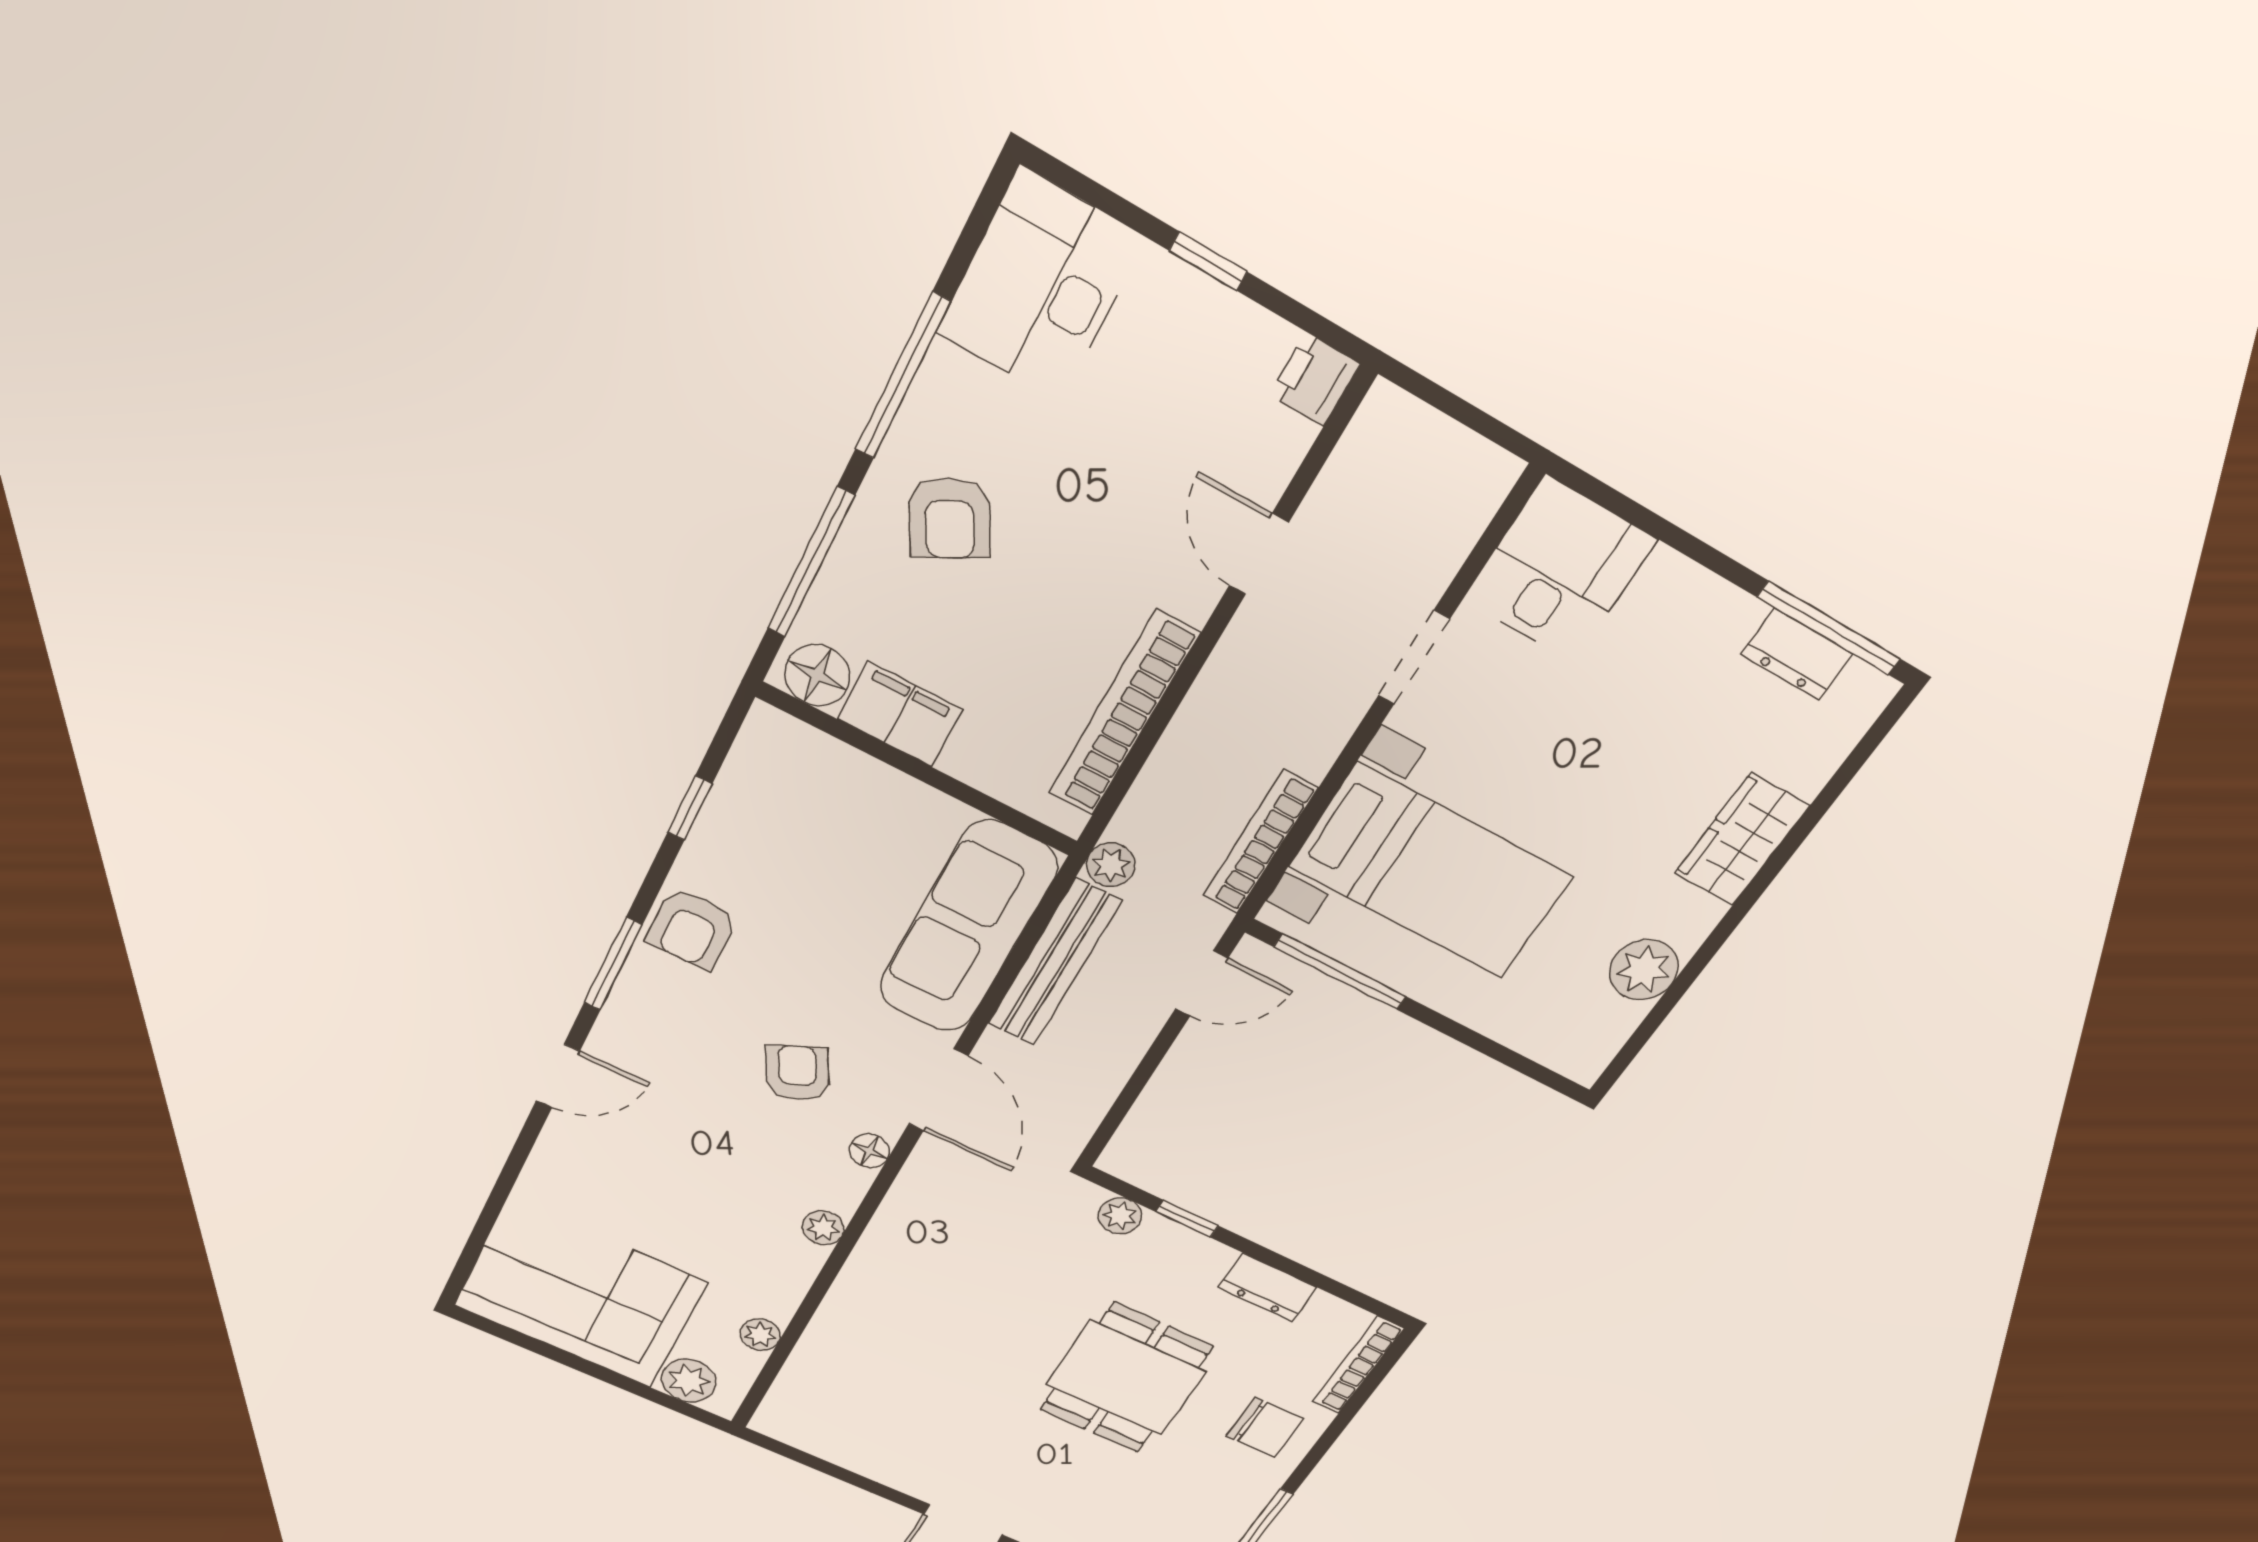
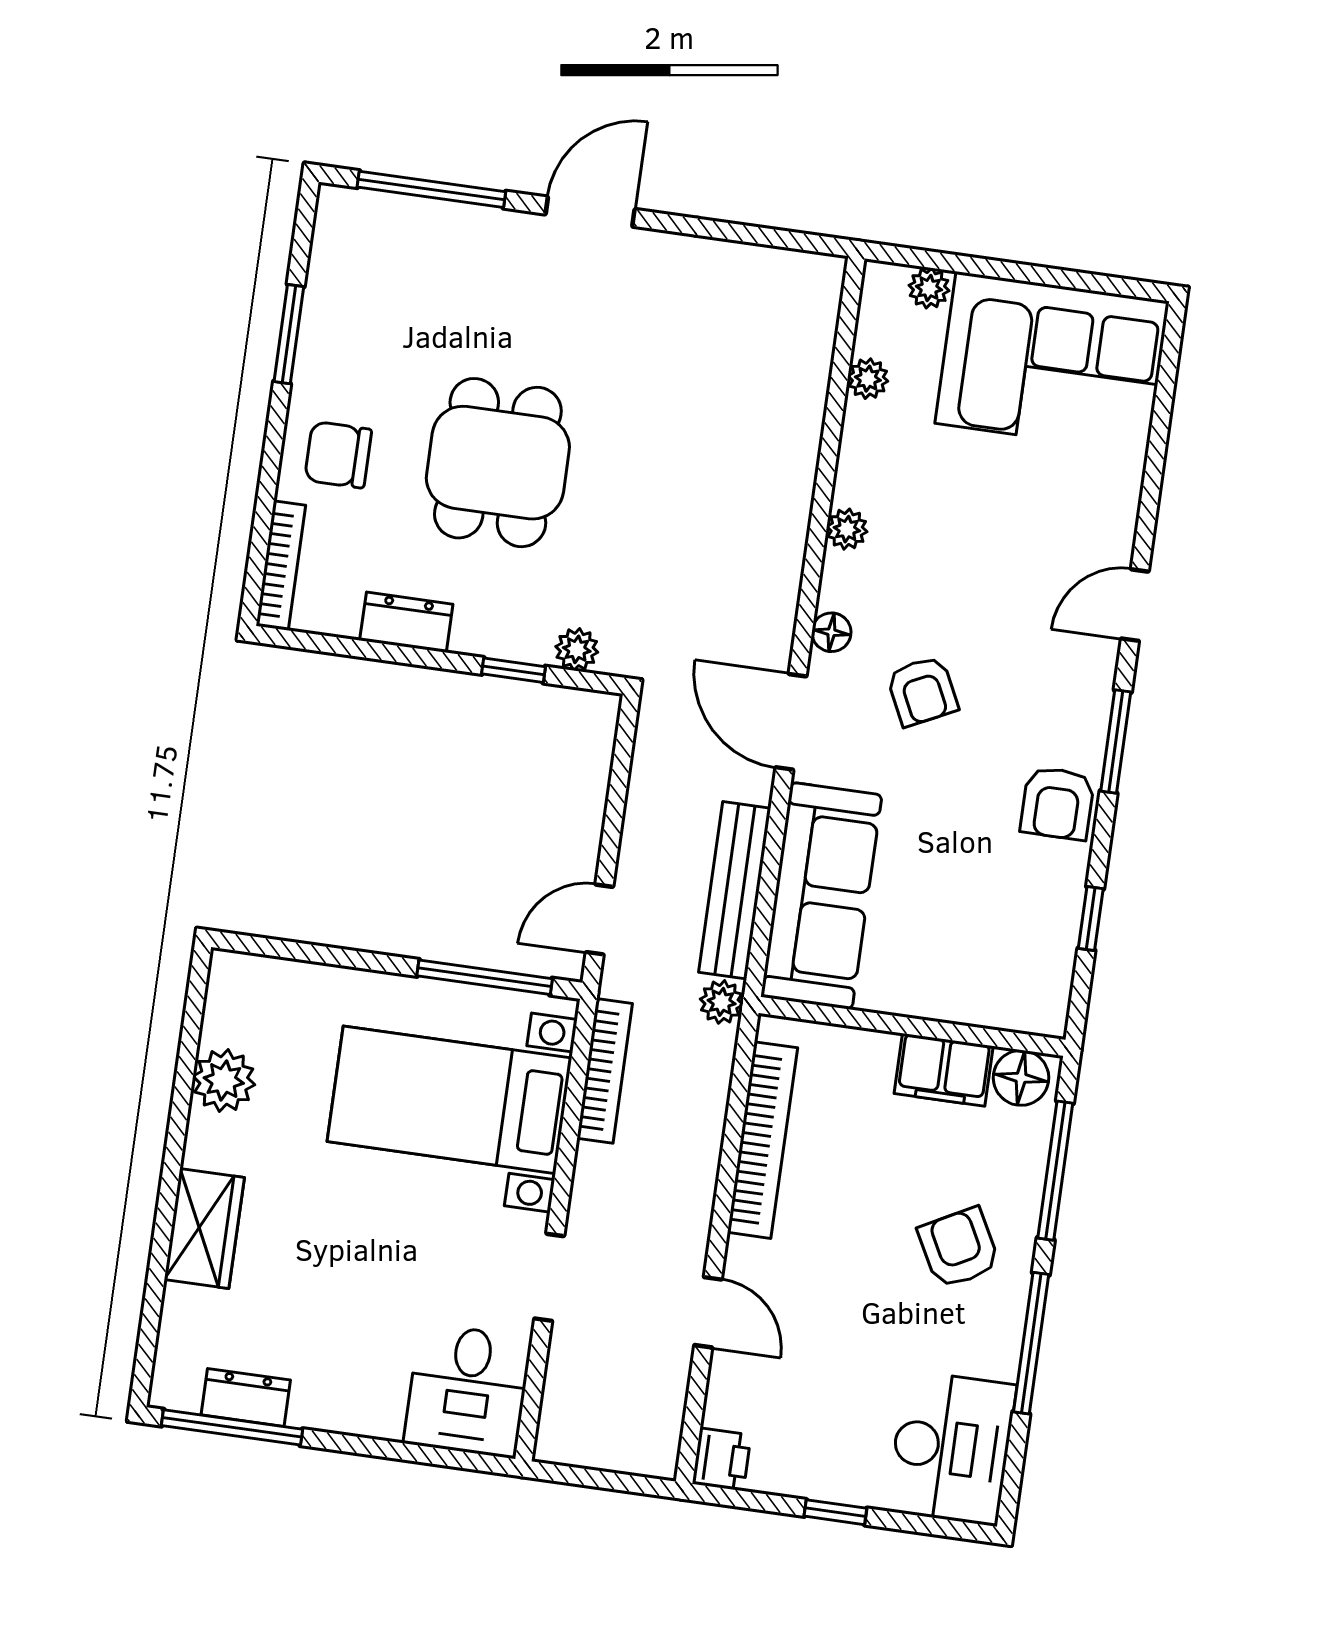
armchair: (692, 929) -> (1057, 803), turned 180
plant: (689, 1381) -> (929, 288), width x0.73, depth x0.73

